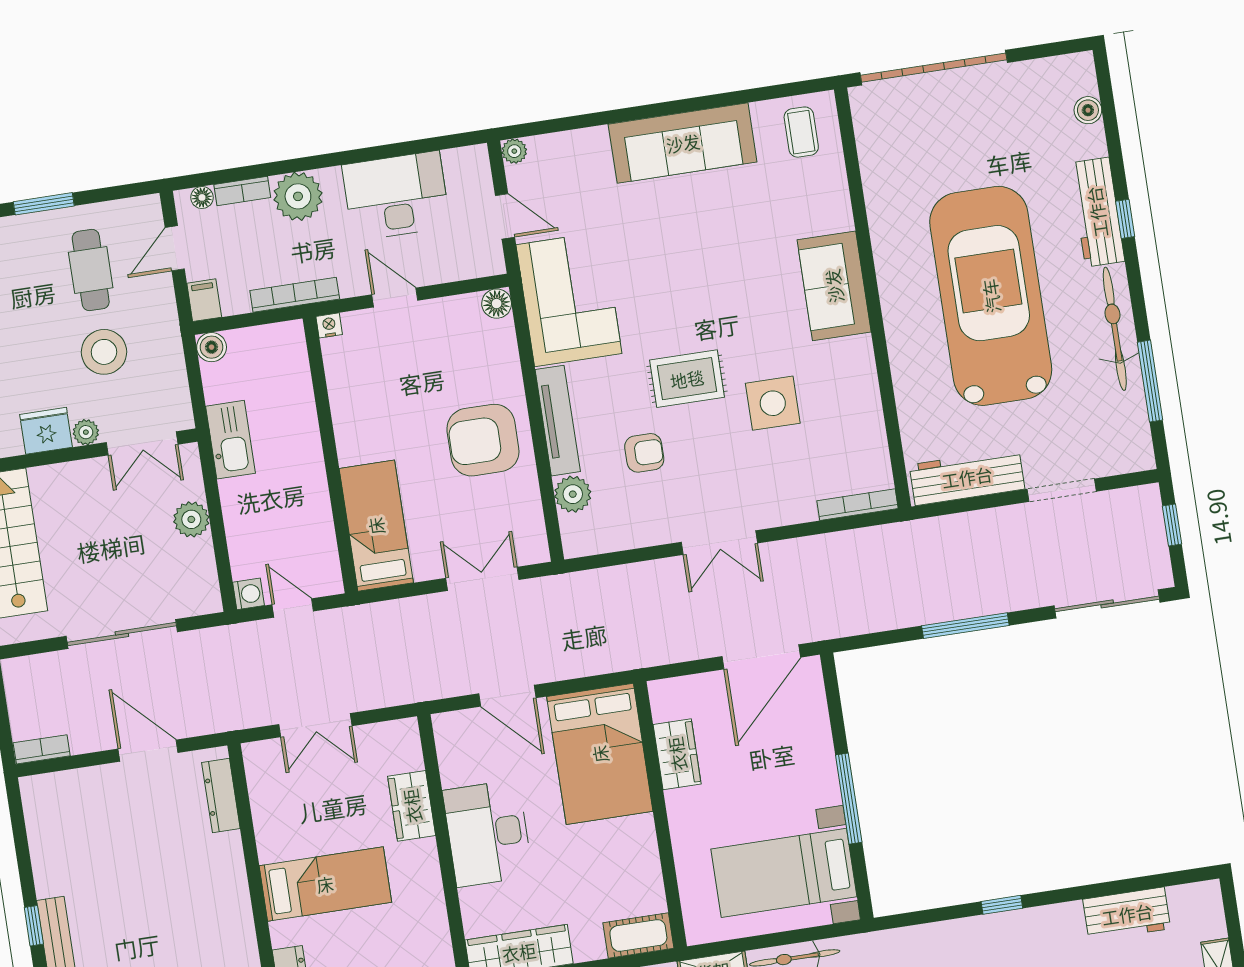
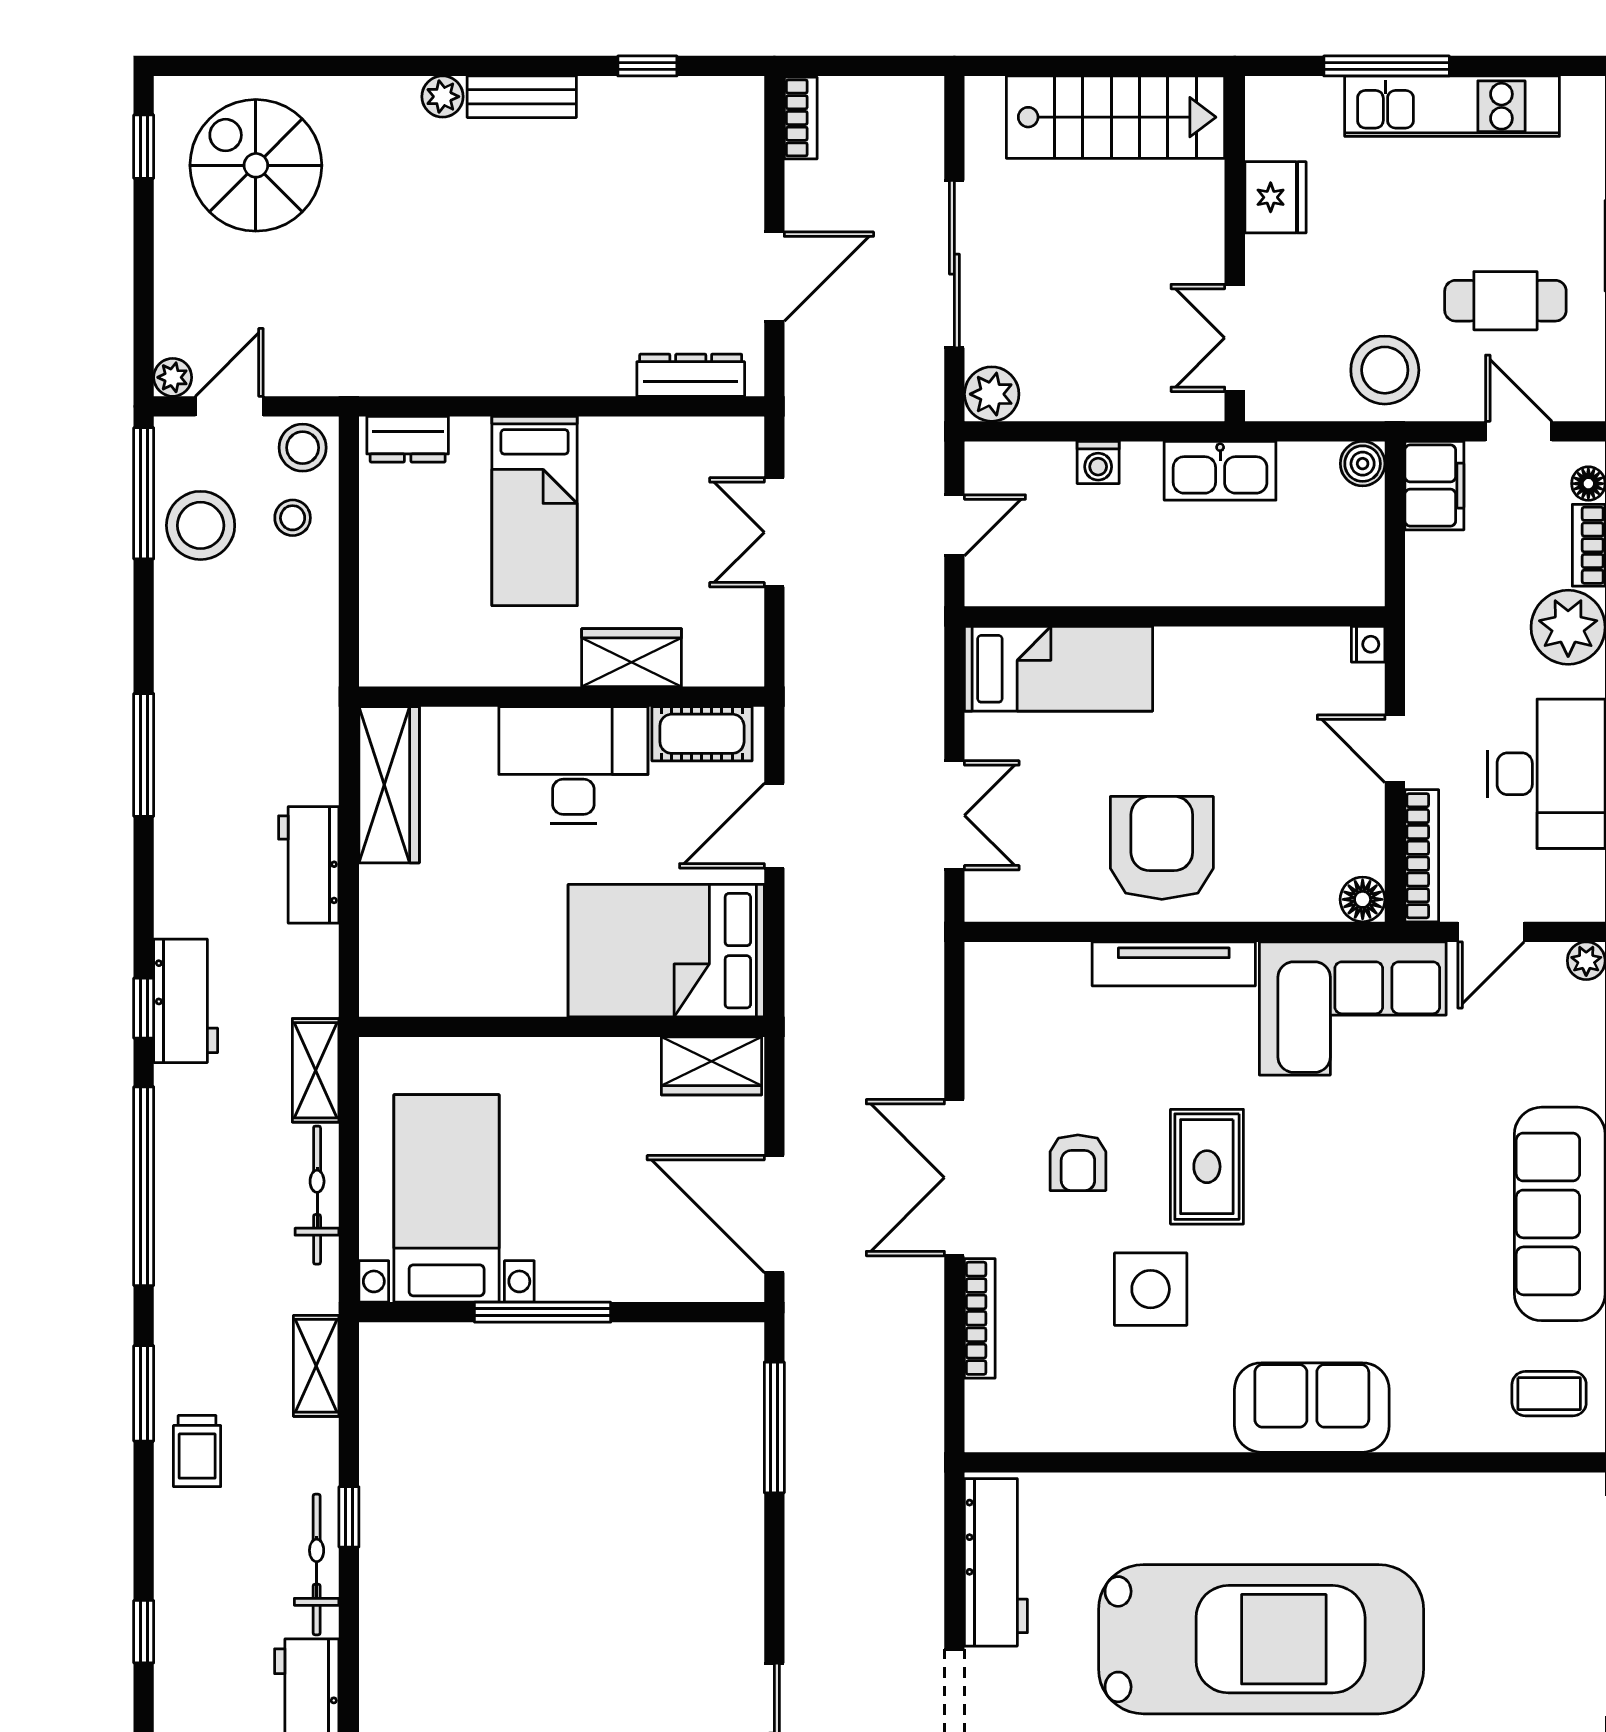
bookcase: (295, 295) -> (1422, 856), moved
door: (395, 297) -> (1395, 749), swing flipped
filing cabinet: (204, 300) -> (1434, 486), width x2.00
stool: (104, 352) -> (1385, 370), moved
plant: (86, 432) -> (1264, 256), removed
armchair: (644, 453) -> (1078, 1163), moved
plant: (573, 494) -> (1060, 970), removed
bookcase: (857, 505) -> (980, 1318), moved
plant: (191, 519) -> (992, 394), moved
double door: (719, 543) -> (954, 1178), width x1.37
washing machine: (248, 594) -> (1098, 462), moved
window: (965, 626) -> (774, 1427), moved
wardrobe: (677, 754) -> (712, 1066), moved
bicycle: (1036, 921) -> (317, 1565), added
window: (34, 926) -> (647, 66), moved
cot: (638, 936) -> (702, 734), moved, turned 90
shelving: (906, 941) -> (316, 1366), added

